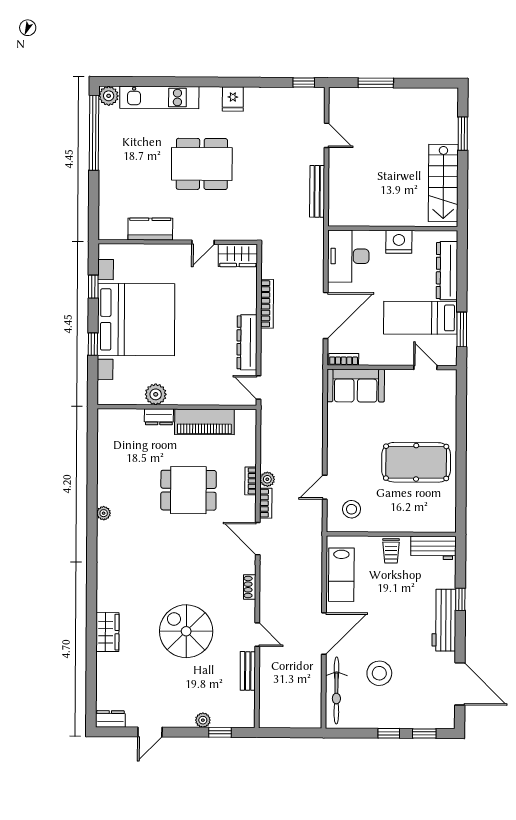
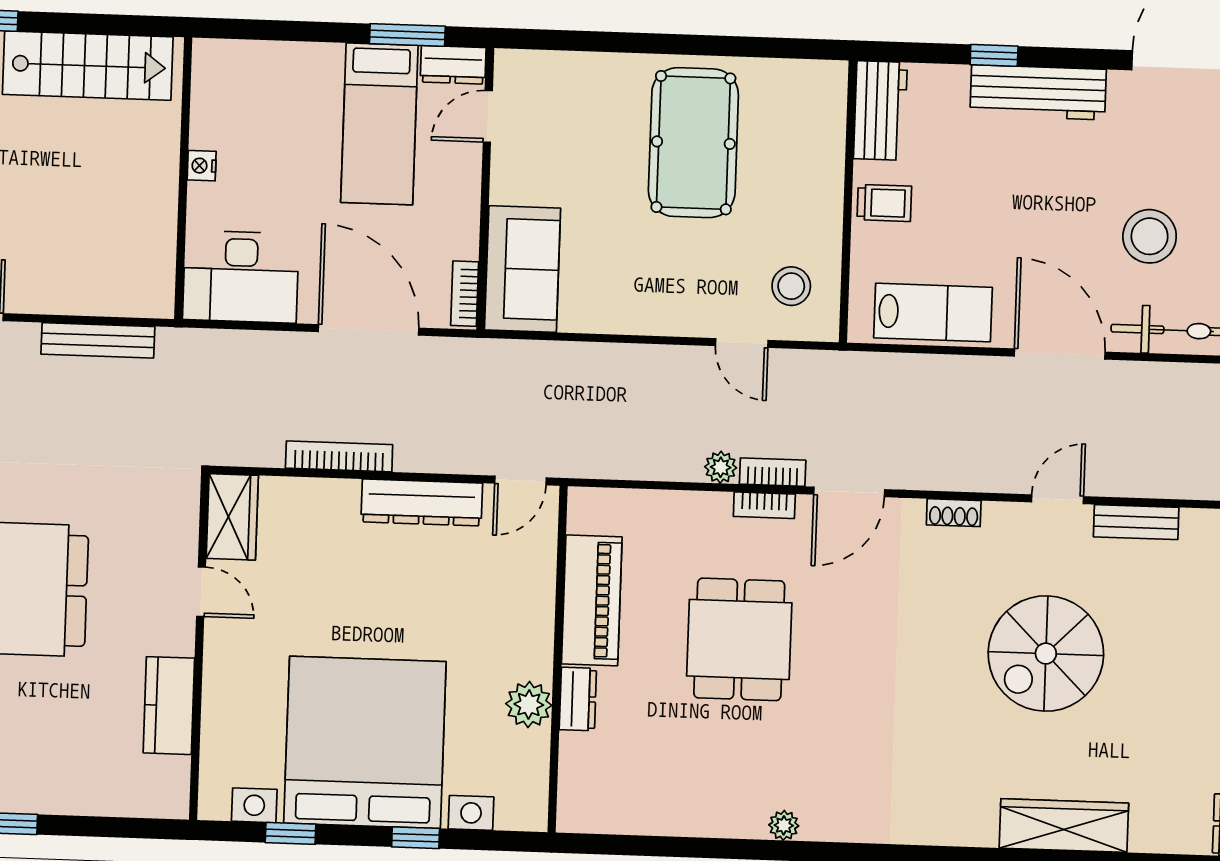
nightstand: (399, 242) -> (202, 166), width x0.53, depth x0.56
dresser: (447, 271) -> (453, 65), moved, width x0.51, depth x0.80
bookcase: (251, 481) -> (764, 505), moved
wardrobe: (107, 632) -> (1064, 826), width x1.50

